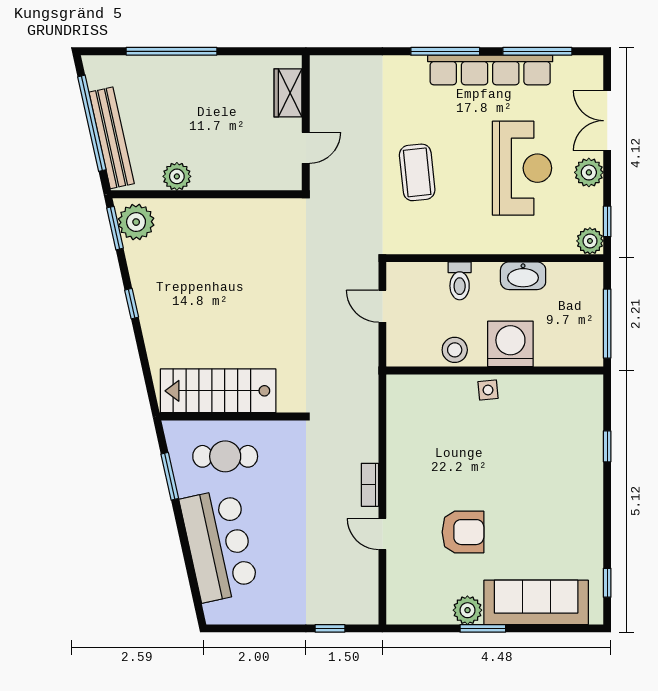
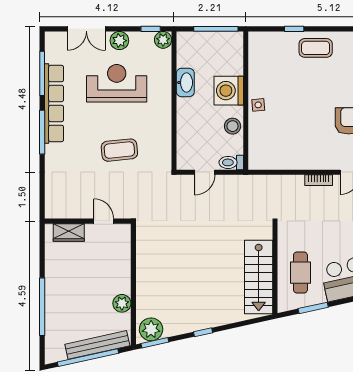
toilet: (460, 281) -> (231, 162), moved, turned 180
coffee table: (577, 480) -> (316, 48), added

